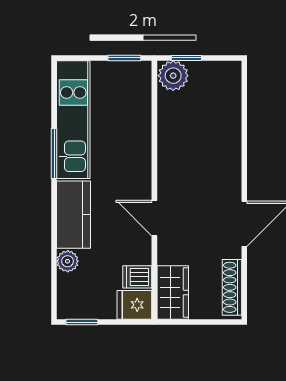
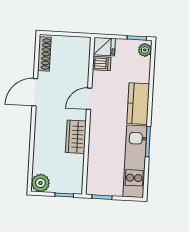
plant: (173, 76) -> (40, 183), moved
door: (154, 218) -> (89, 99), swing flipped
plant: (68, 261) -> (145, 50), moved
wardrobe: (173, 292) -> (76, 137), moved

